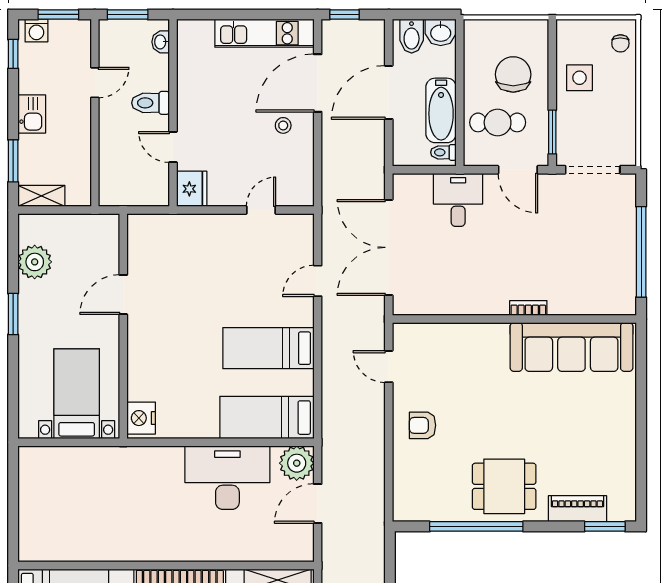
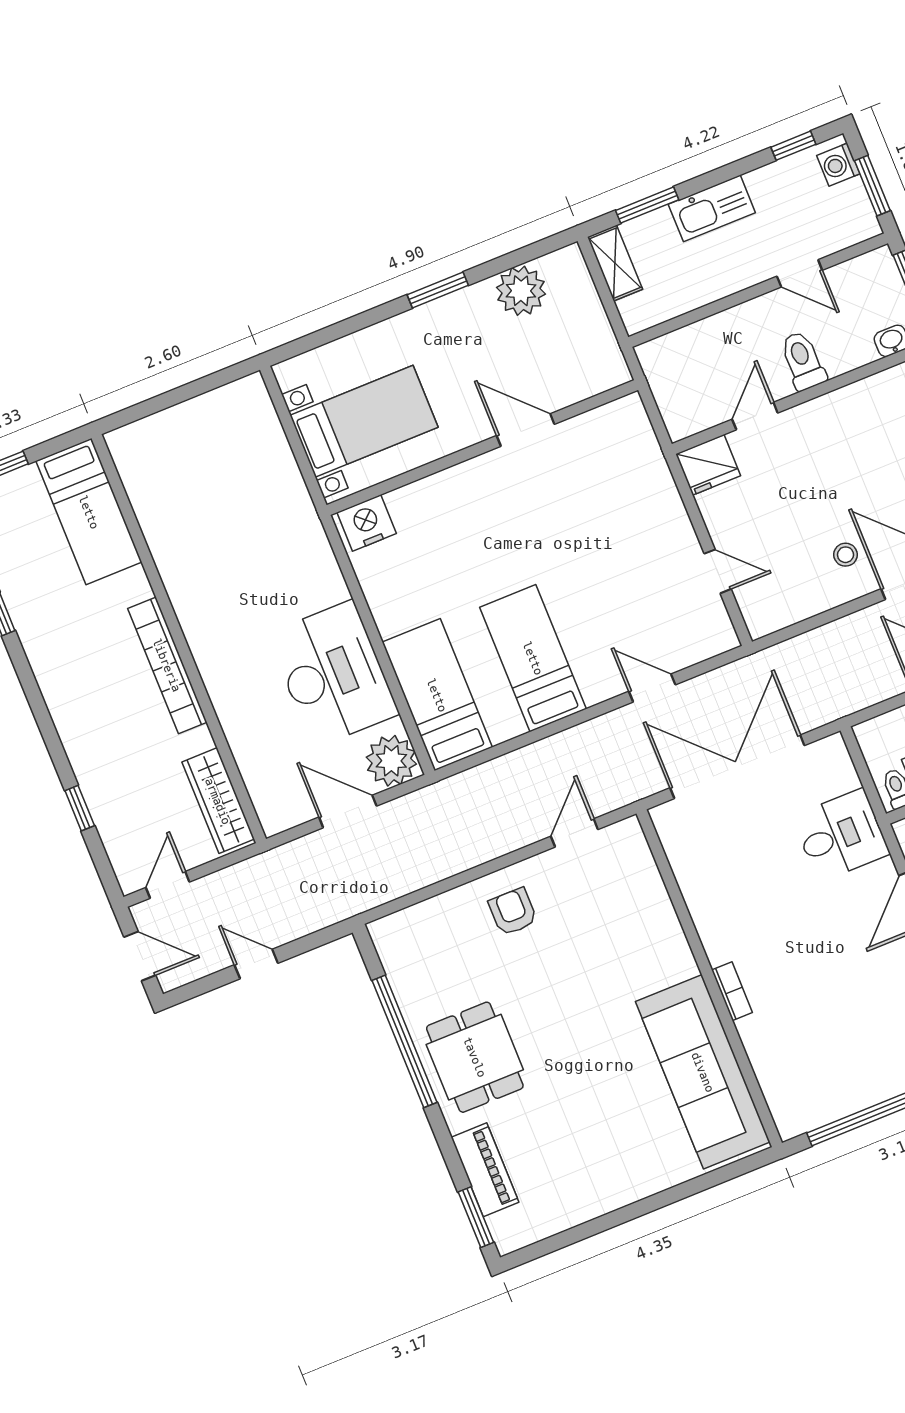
kitchen sink: (32, 114) -> (712, 208), width x1.38

